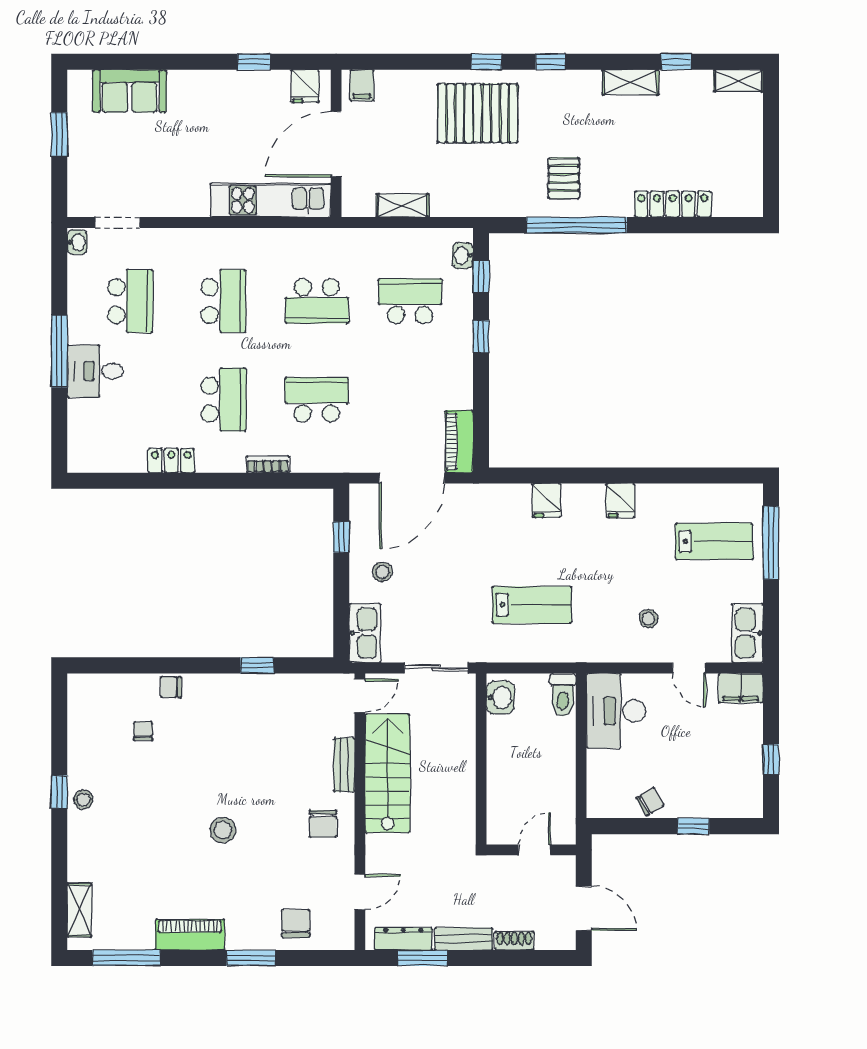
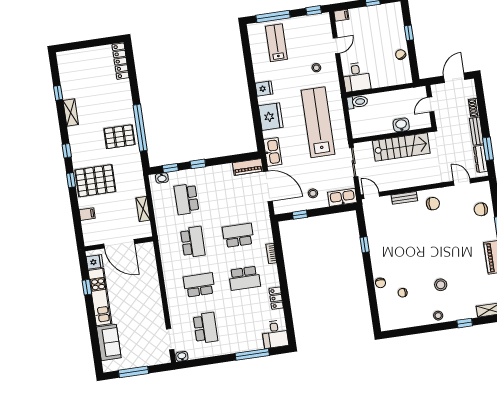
shelving: (738, 81) -> (63, 63), removed
filing cabinet: (362, 85) -> (87, 214), moved
pallet: (478, 113) -> (95, 181), turned 90
window: (59, 134) -> (133, 372), width x1.44
pallet: (564, 178) -> (119, 137), width x1.50, depth x1.42
kitchen unit: (271, 200) -> (100, 297), moved, turned 180
locker: (673, 204) -> (121, 61), moved
school desk: (130, 301) -> (205, 328), turned 90
window: (59, 351) -> (252, 354), moved
desk: (95, 371) -> (275, 334), moved
school desk: (224, 400) -> (244, 278), turned 180
school desk: (317, 400) -> (238, 235), turned 90
fridge: (546, 500) -> (271, 117), width x1.88, depth x1.34
lab bench: (532, 605) -> (318, 122), width x1.86, depth x1.39
window: (771, 631) -> (314, 10), added
kitchen sink: (748, 633) -> (273, 152), moved, turned -90
filing cabinet: (741, 688) -> (341, 15), width x0.50
washbasin: (500, 697) -> (401, 125), moved
desk: (616, 711) -> (356, 77), width x0.73
stairs: (387, 773) -> (401, 147), moved, turned 180
window: (59, 792) -> (465, 323), moved
stool: (223, 830) -> (441, 285), moved
door: (534, 850) -> (431, 104), hinge flipped

